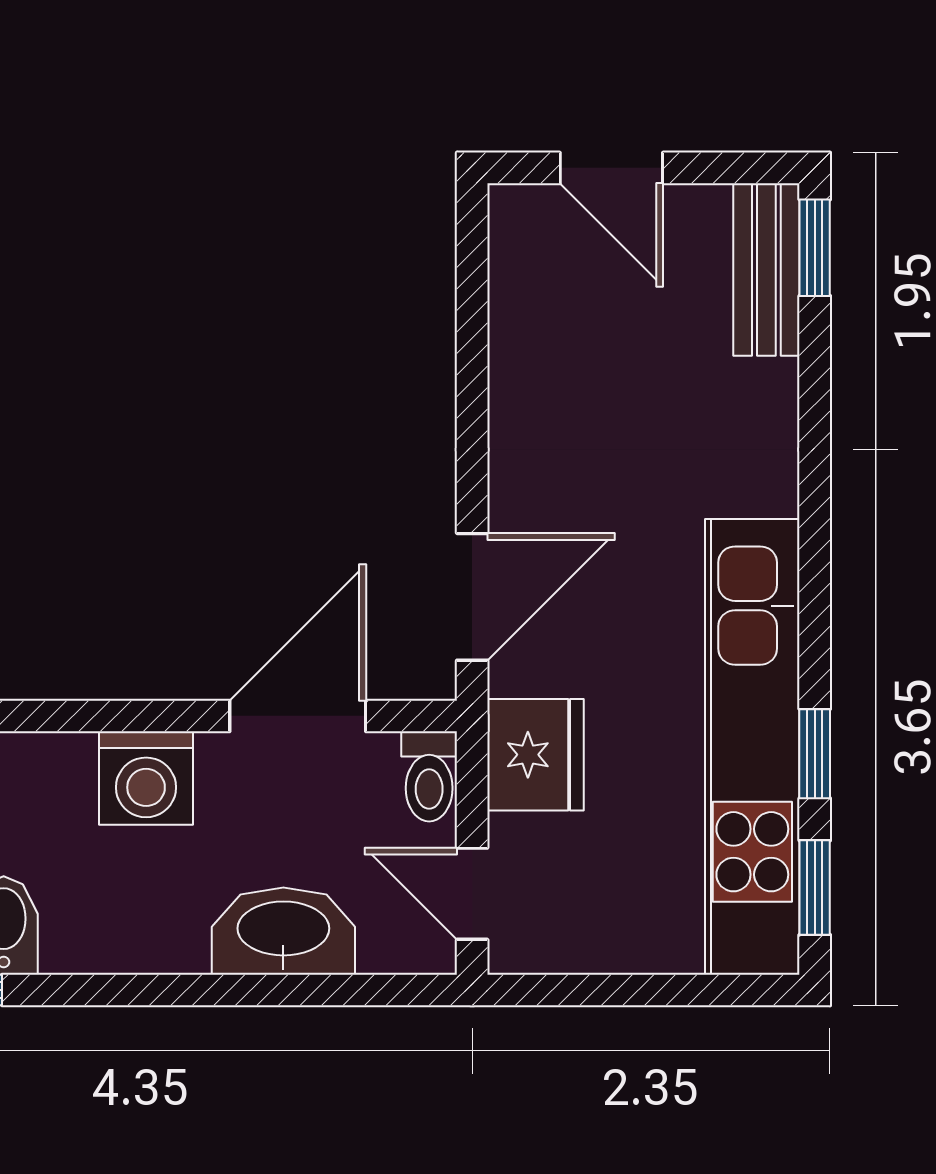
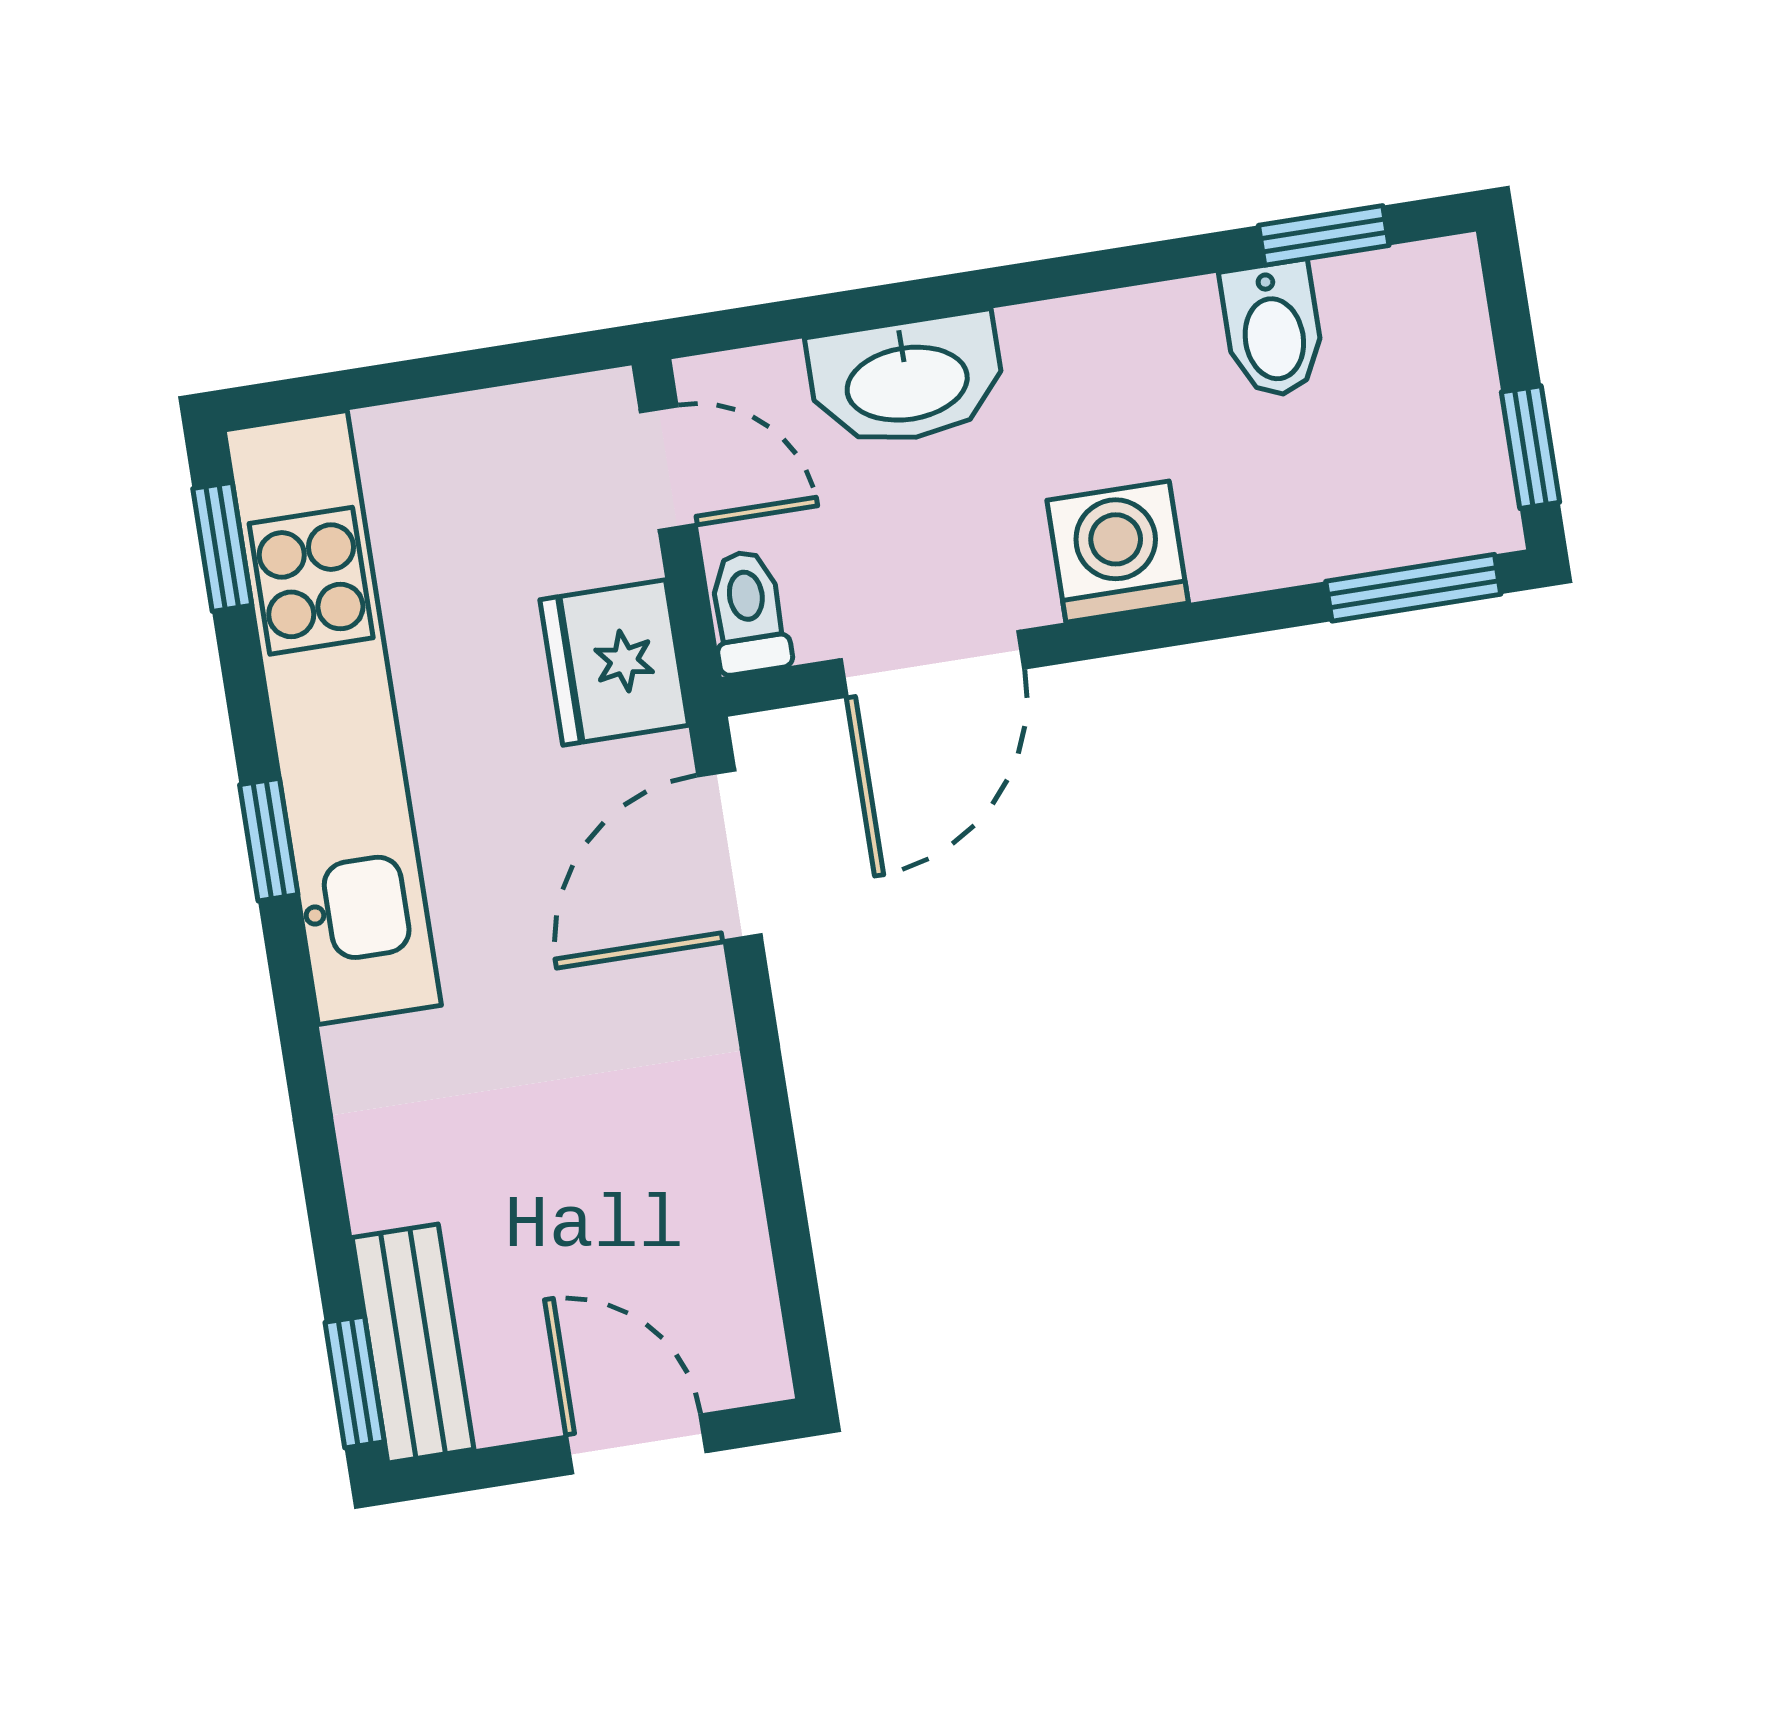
window: (815, 754) -> (269, 840), moved

